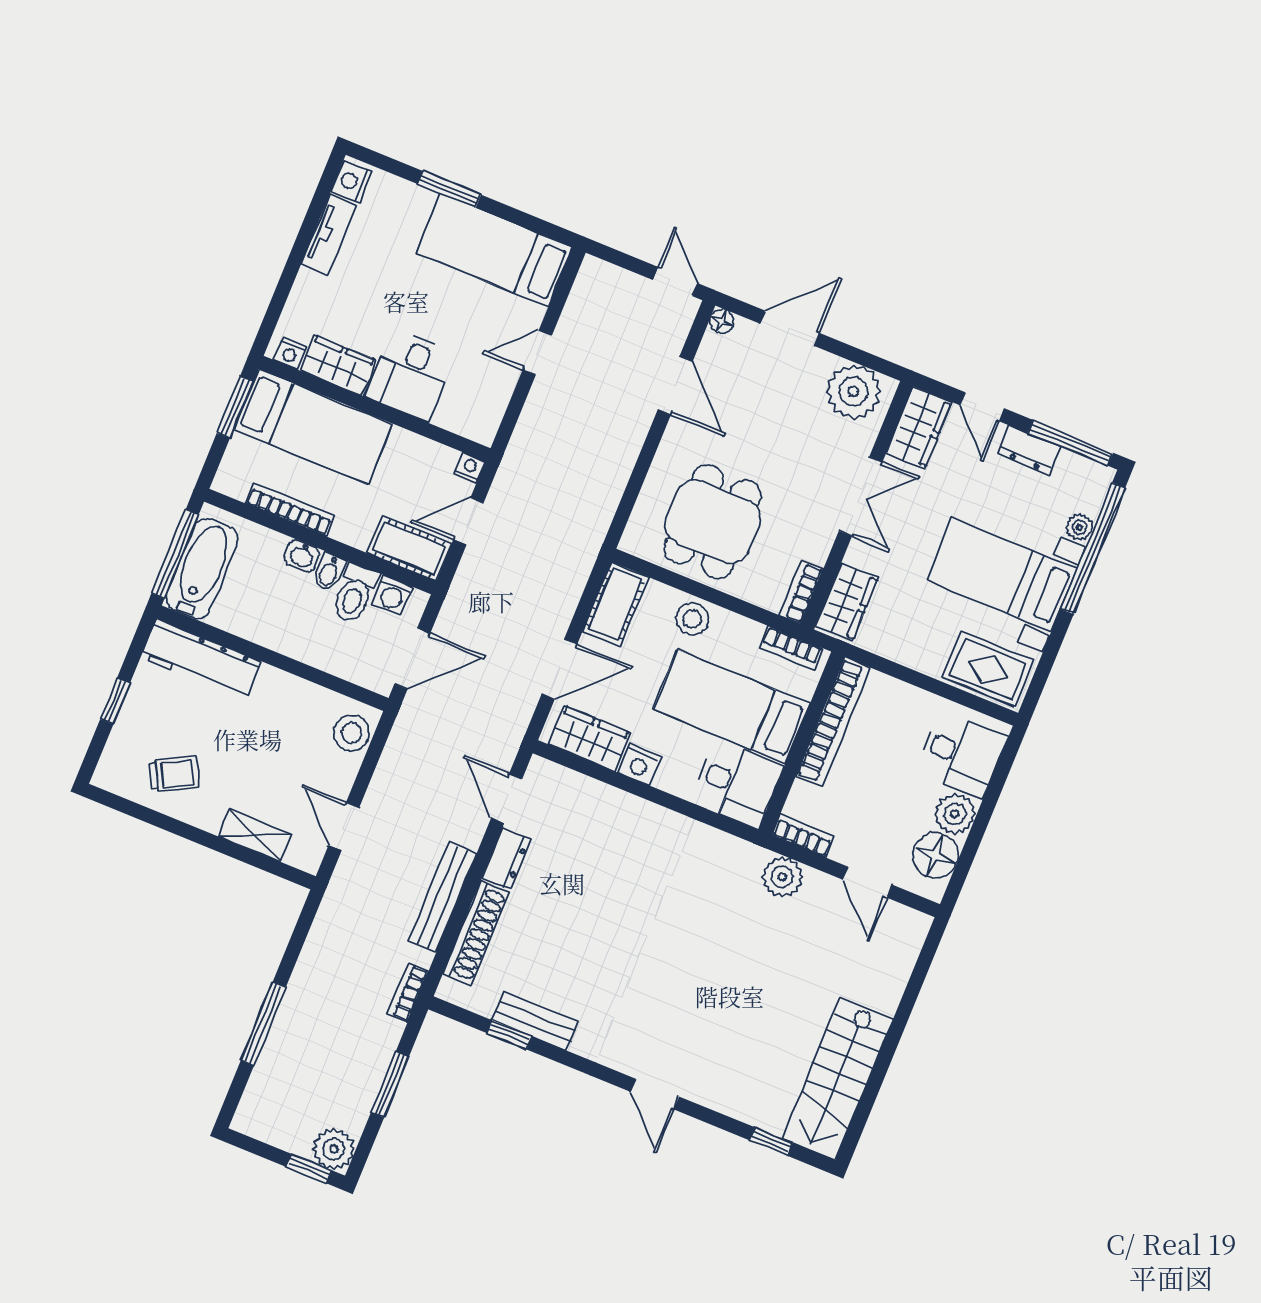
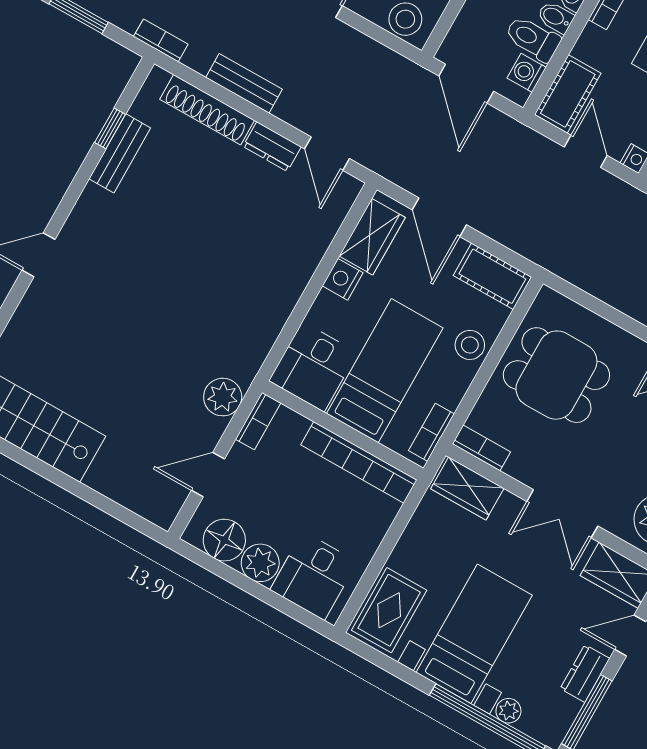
door: (507, 799) -> (327, 154), swing flipped
bench: (443, 897) -> (244, 83), width x0.73

